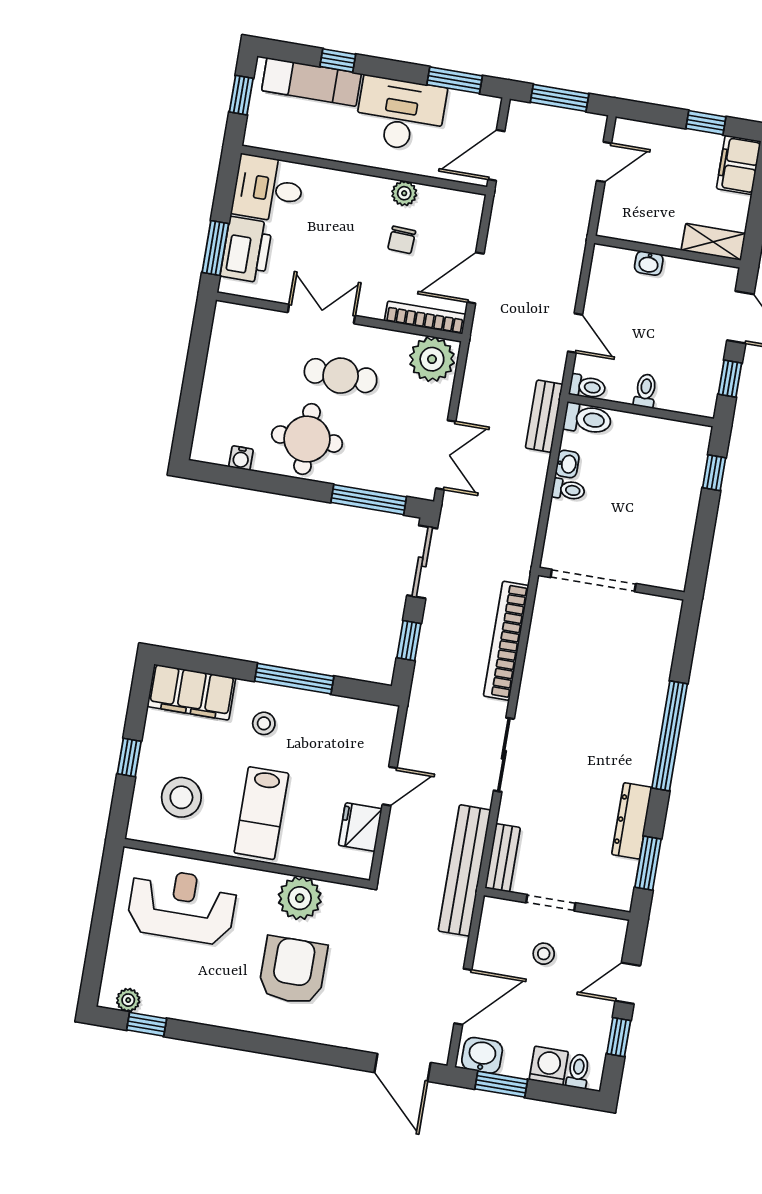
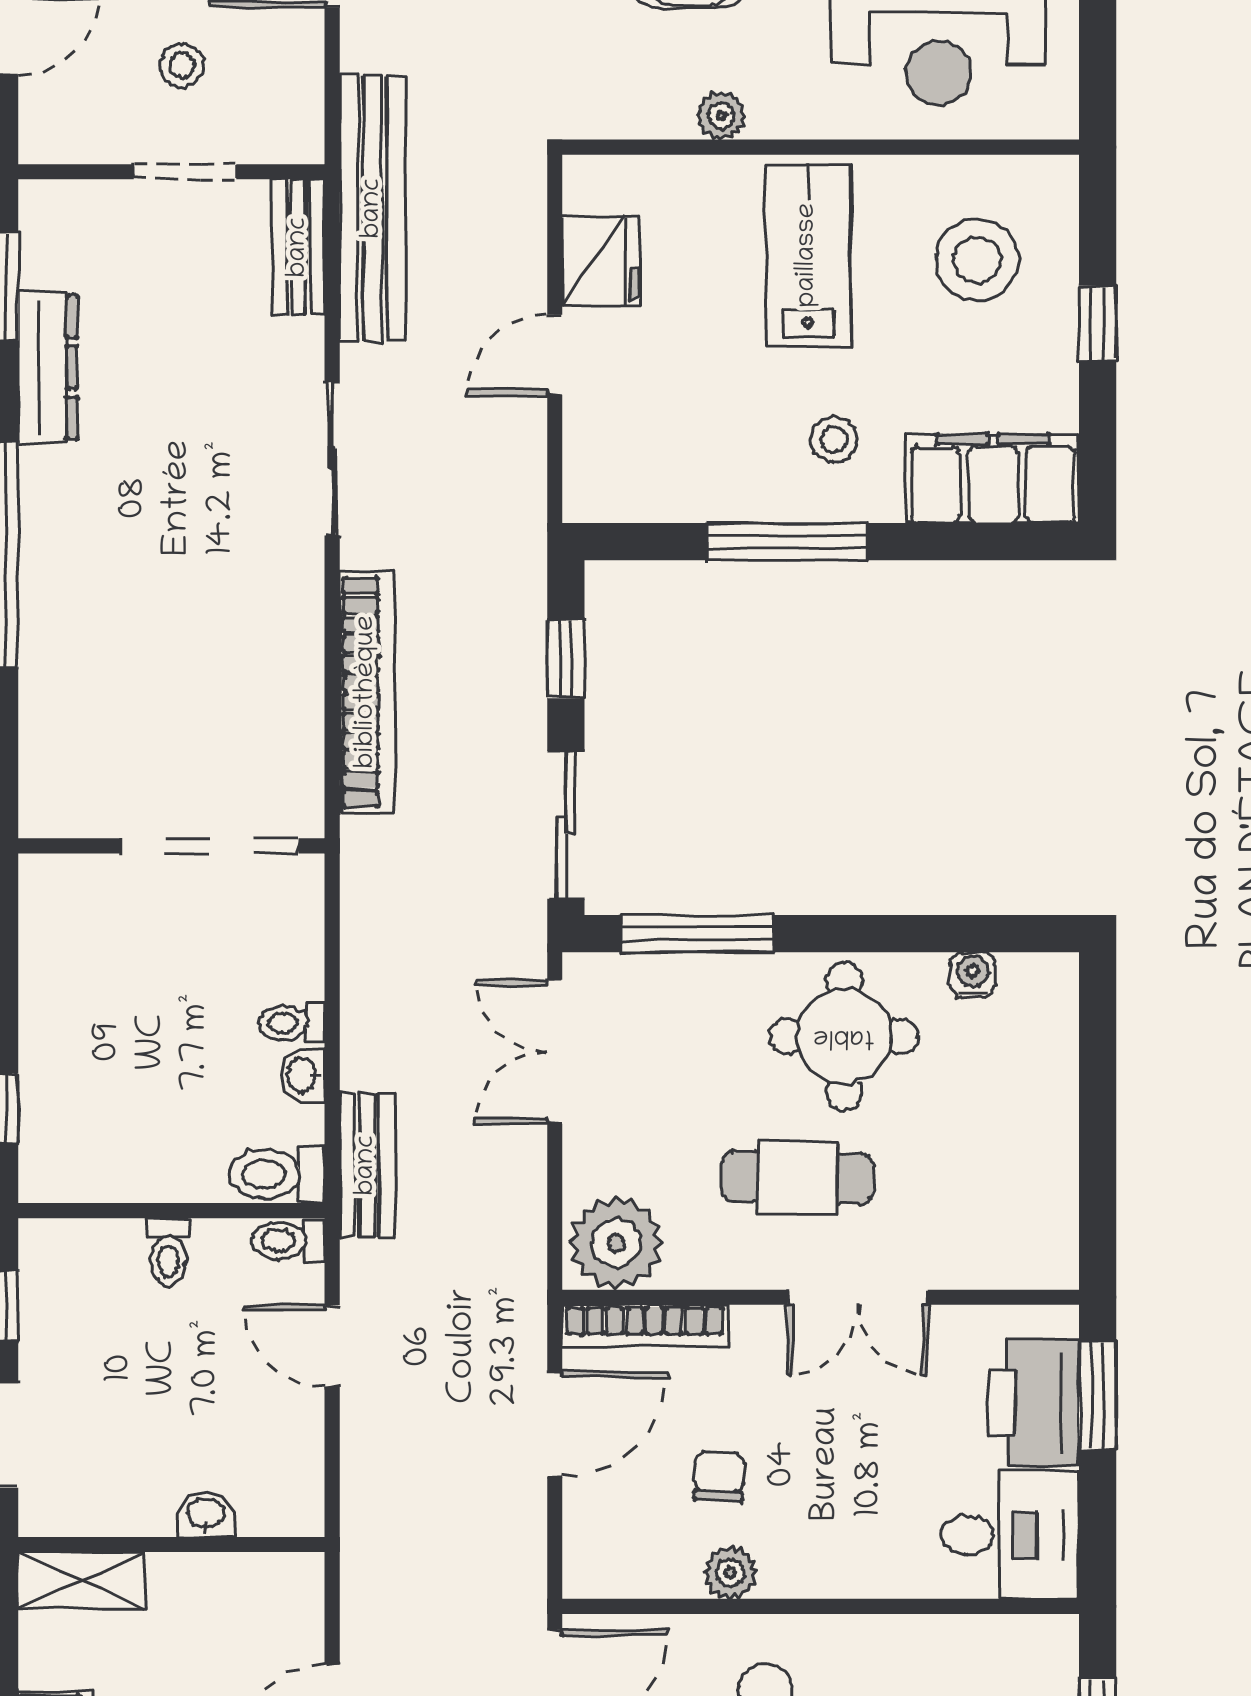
plant: (300, 898) -> (721, 116), width x0.53, depth x0.53

